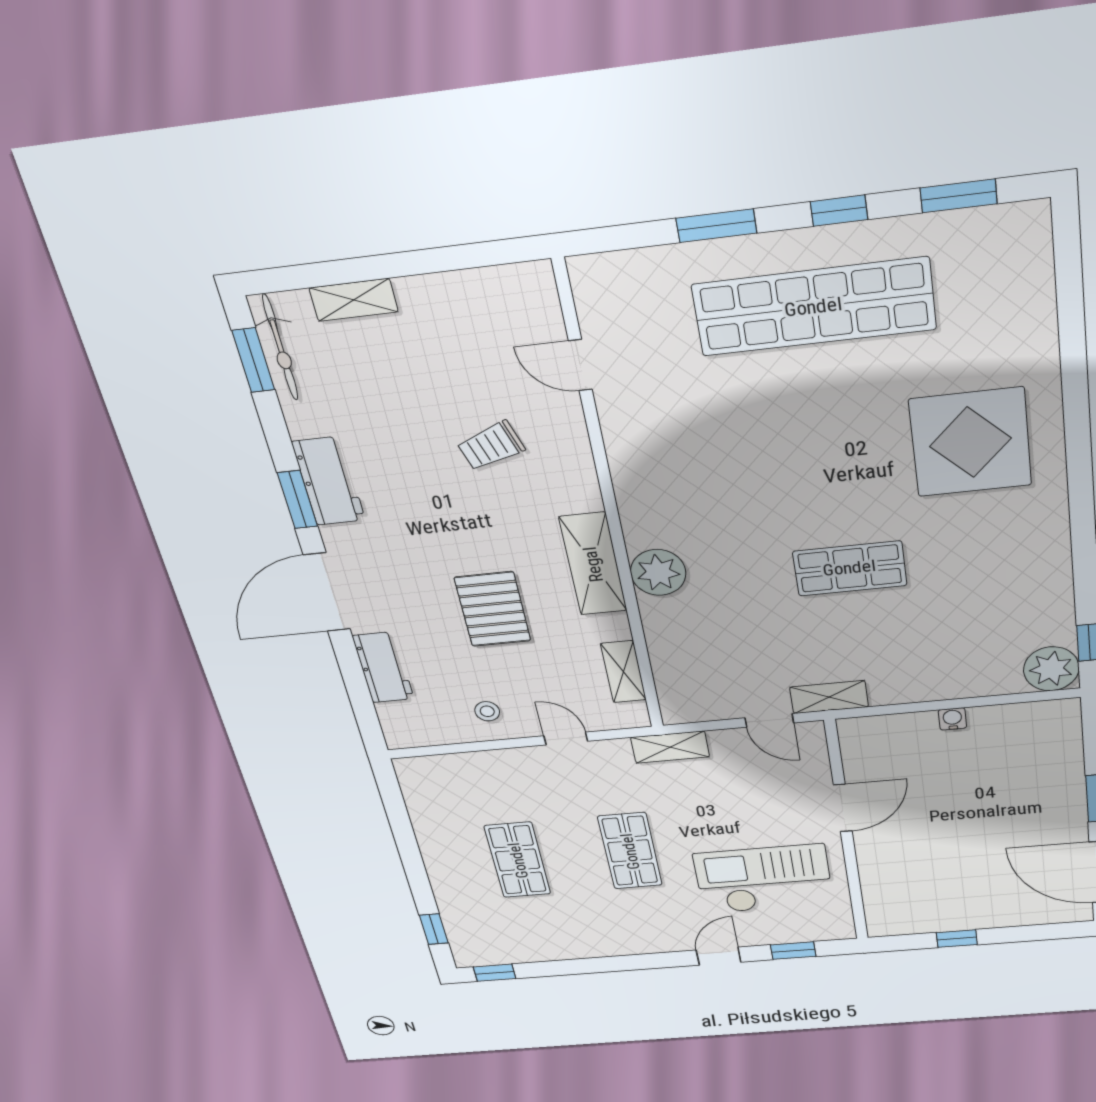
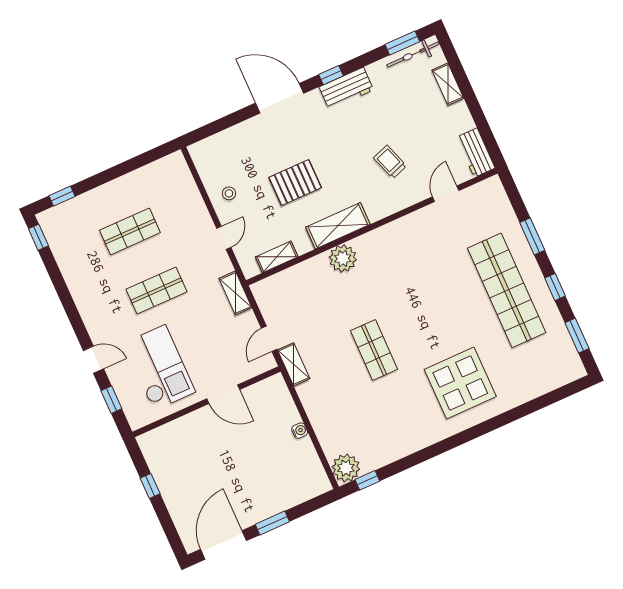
window: (298, 500) -> (331, 75), width x0.67
workbench: (383, 667) -> (476, 153), moved, turned 90

